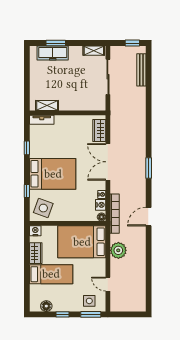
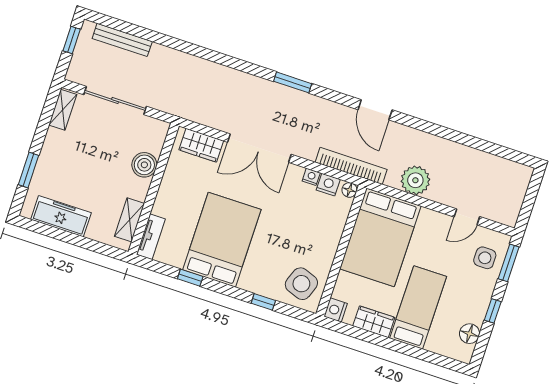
freezer: (53, 53) -> (61, 216), moved, turned -90
boiler: (79, 104) -> (144, 165), added
bed: (53, 174) -> (222, 240), moved

